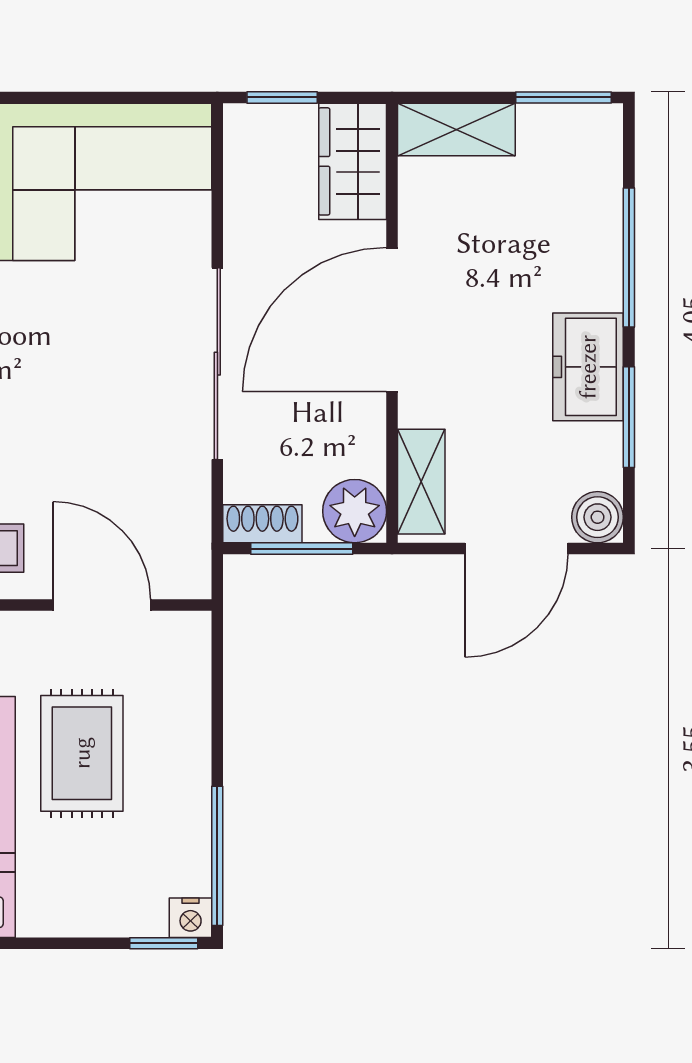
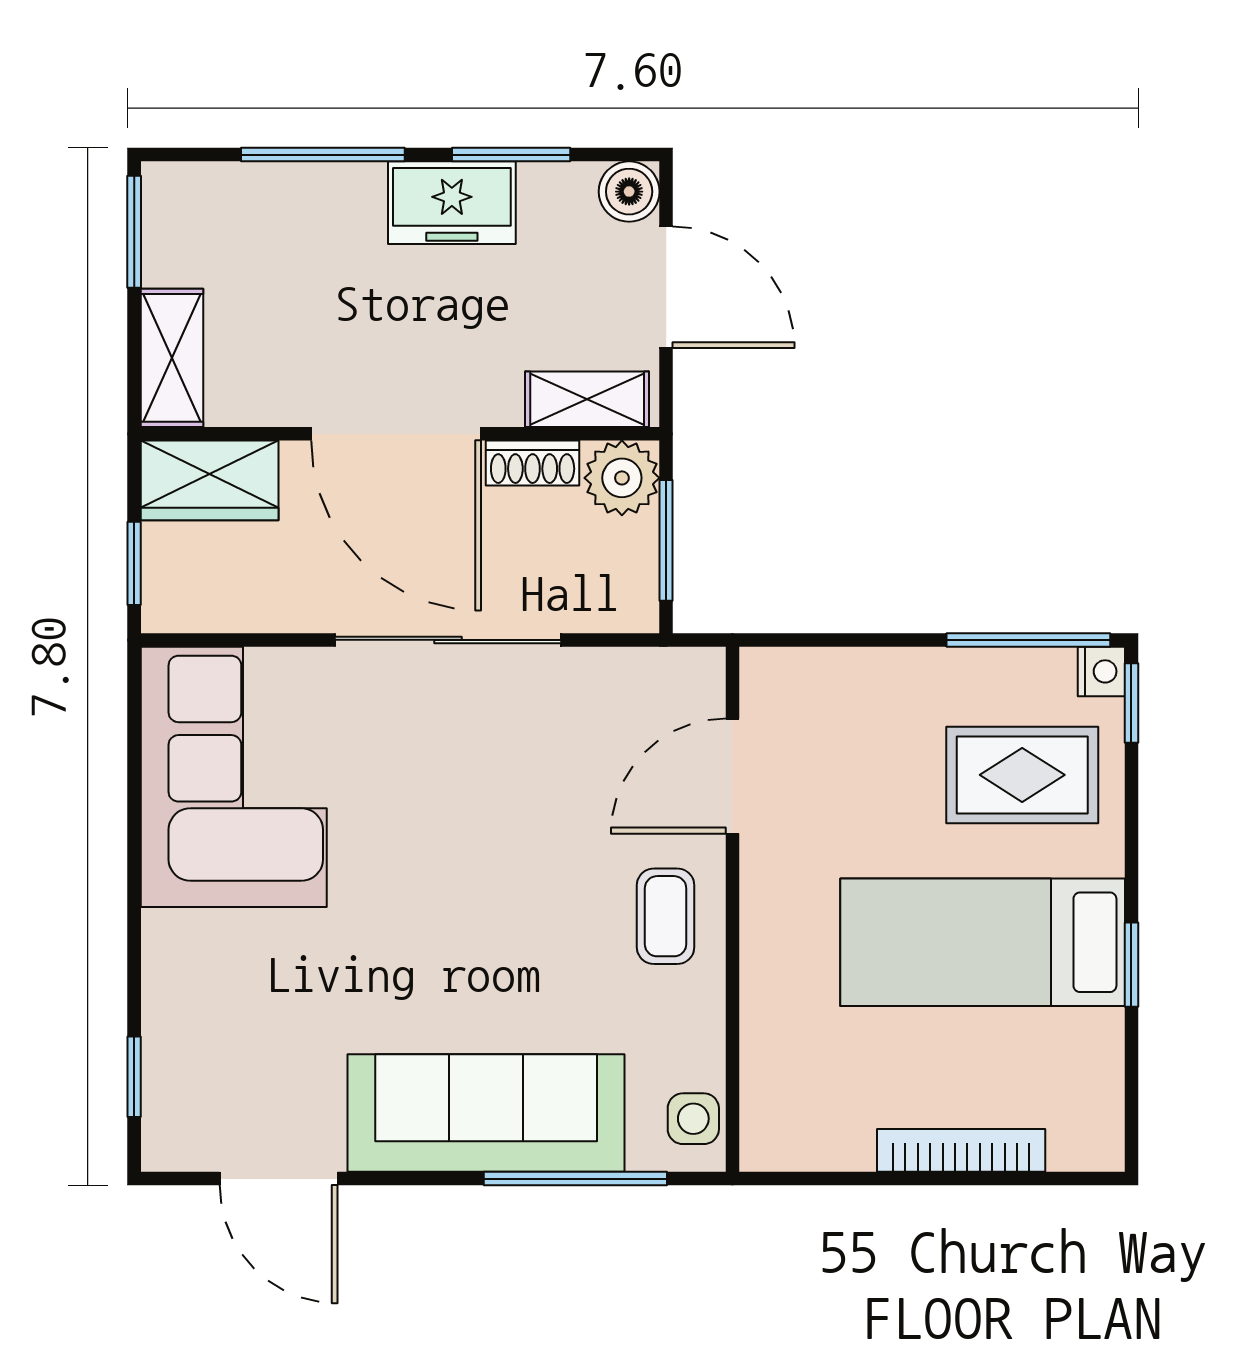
shoe rack: (262, 524) -> (533, 463), moved, turned -90
rug: (82, 753) -> (1022, 775), moved

